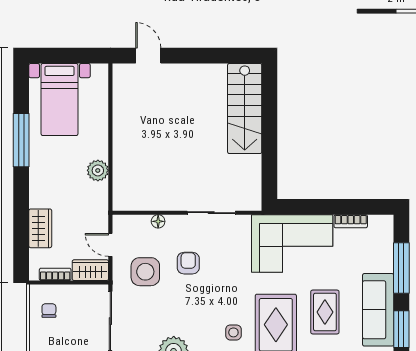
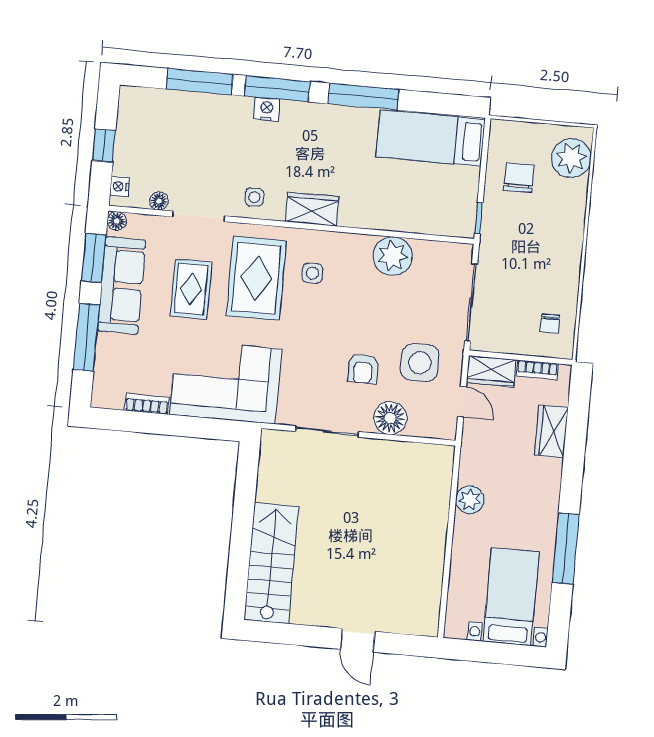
door: (148, 56) -> (358, 640), moved
floor lamp: (158, 221) -> (390, 418), width x1.89, depth x1.89

